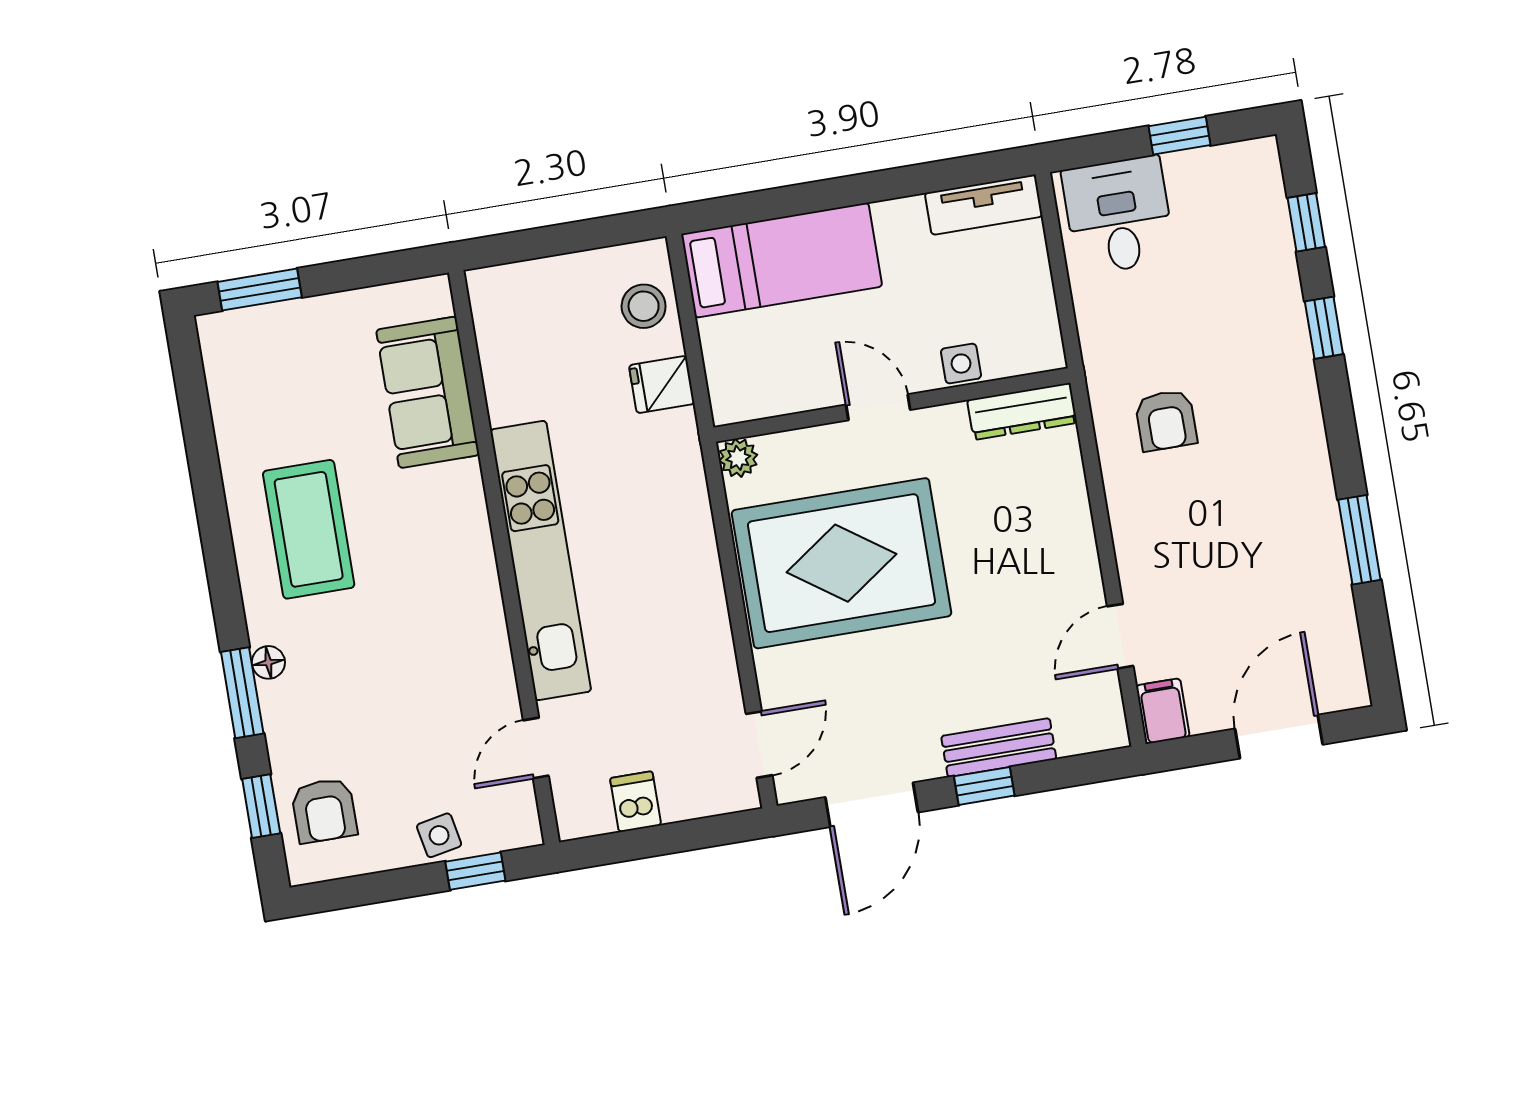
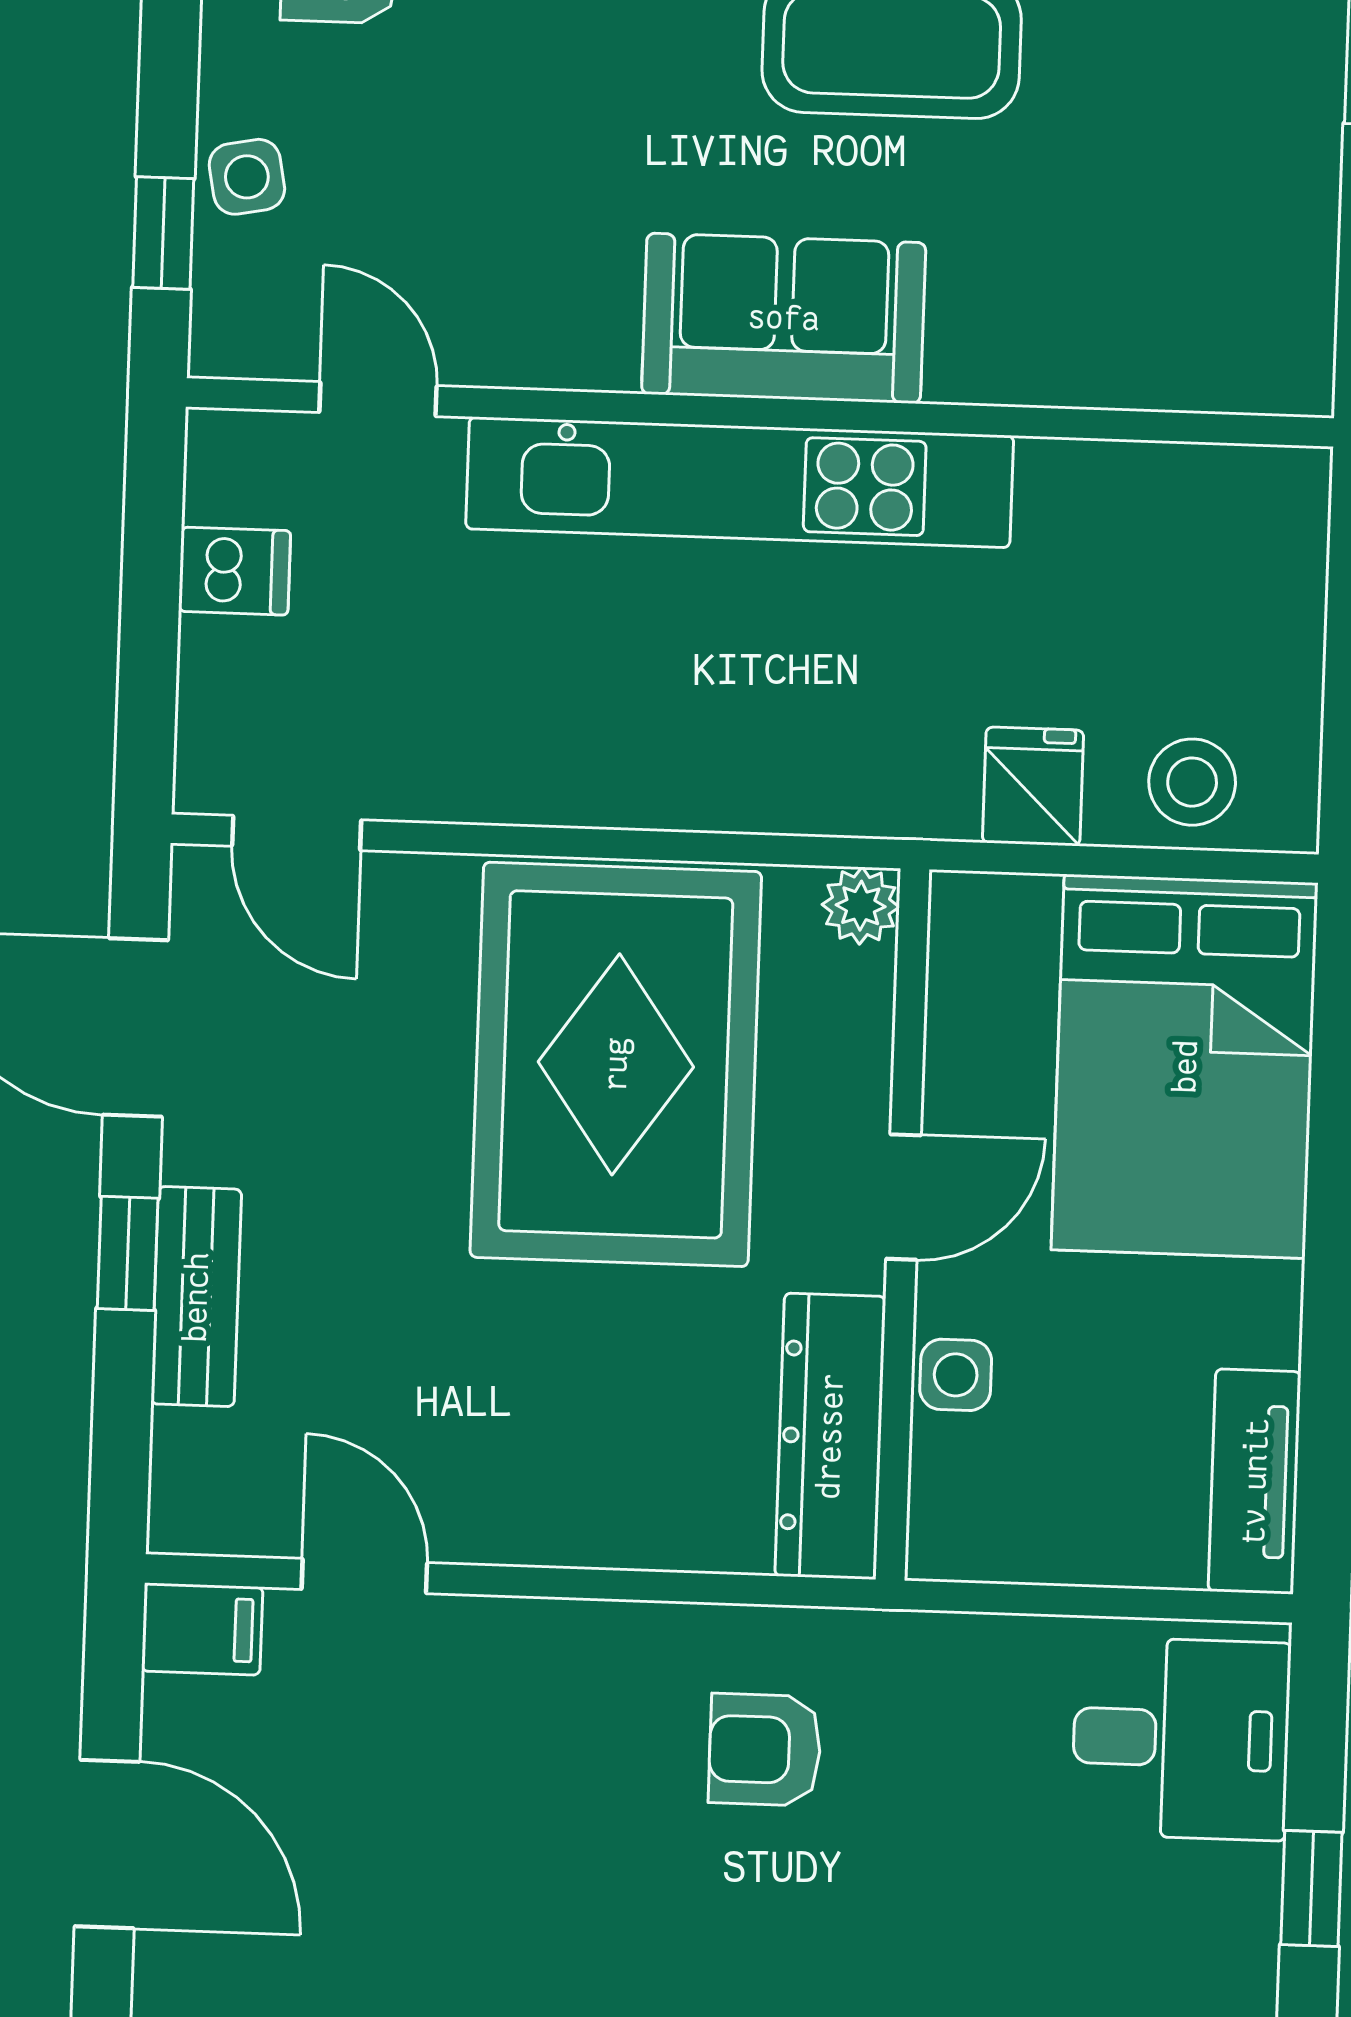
bed: (782, 260) -> (1185, 1066), width x1.50
sofa: (428, 392) -> (784, 318), moved
dresser: (1022, 411) -> (830, 1436), width x1.37, depth x1.24

